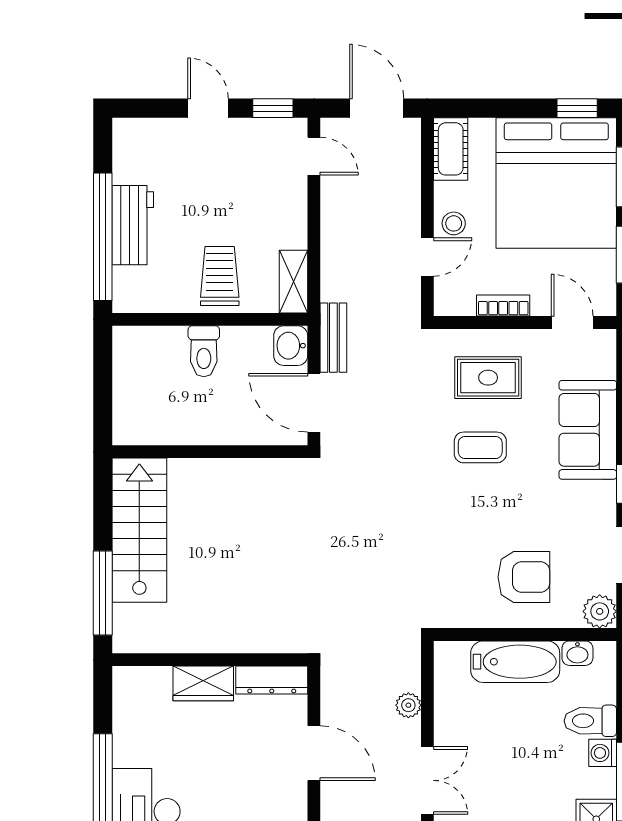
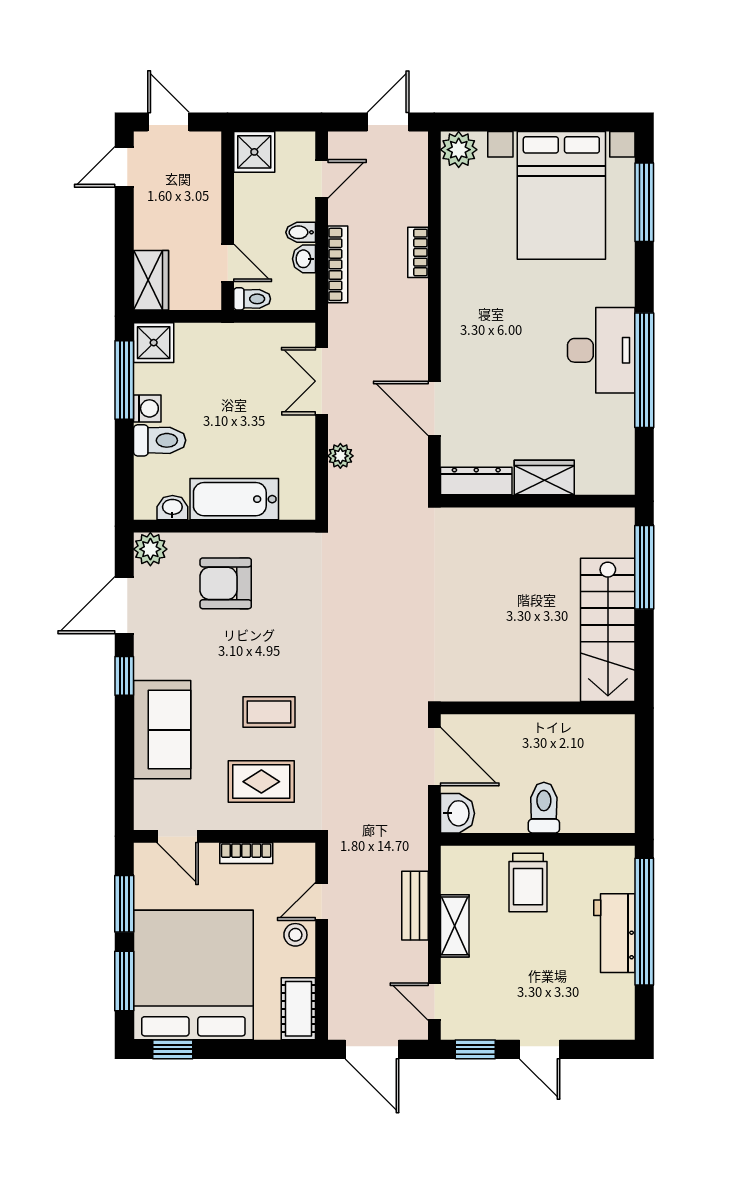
shelving: (293, 282) -> (455, 926), moved
bench: (333, 338) -> (415, 906), moved

